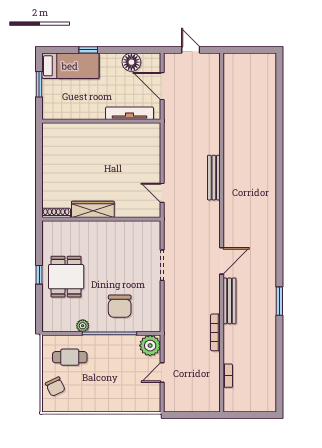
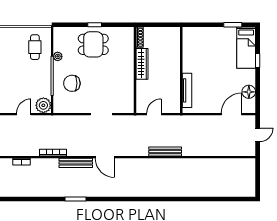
tv unit: (130, 113) -> (187, 90), moved
wall: (101, 121) -> (181, 70), moved
door: (162, 372) -> (24, 114), hinge flipped
chair: (55, 387) -> (14, 37), removed

